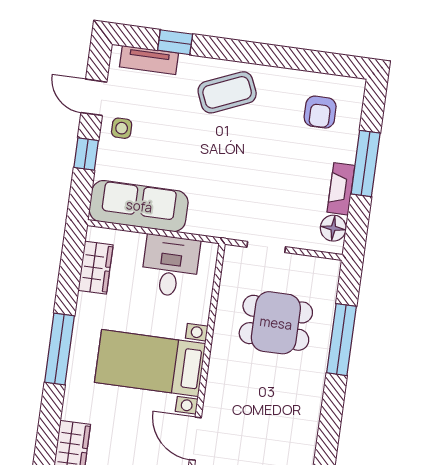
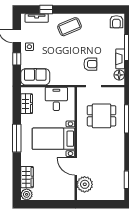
armchair: (320, 112) -> (116, 22), moved
armchair: (266, 192) -> (90, 64), added
sofa: (139, 206) -> (35, 77), width x0.73

